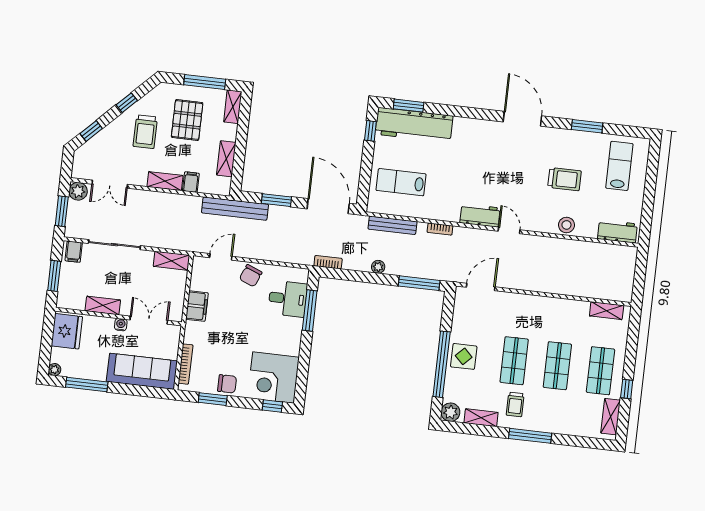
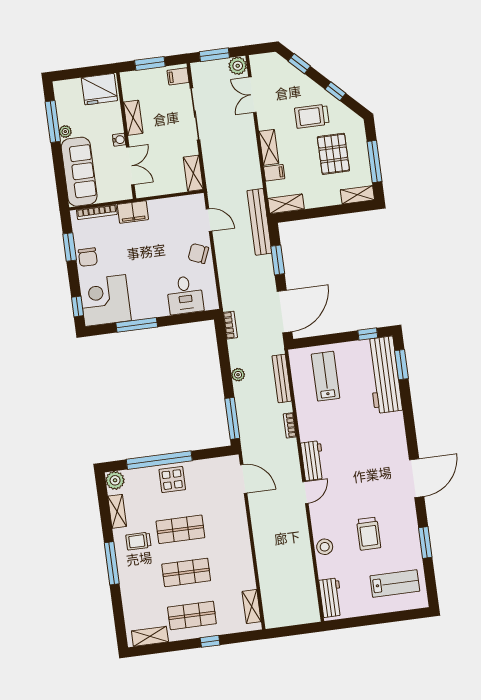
pallet: (187, 120) -> (333, 154), turned 90
shelving: (226, 159) -> (286, 204), moved
filing cabinet: (197, 306) -> (133, 212), moved
window: (310, 311) -> (137, 325), moved
plant: (55, 370) -> (65, 132), moved
window: (627, 389) -> (210, 641), moved

